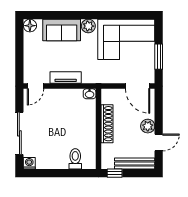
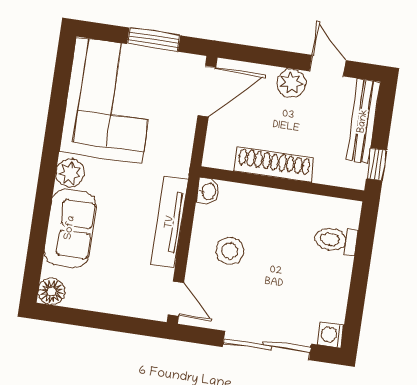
tv unit: (66, 77) -> (170, 222), width x1.41
stool: (62, 109) -> (230, 251), added

